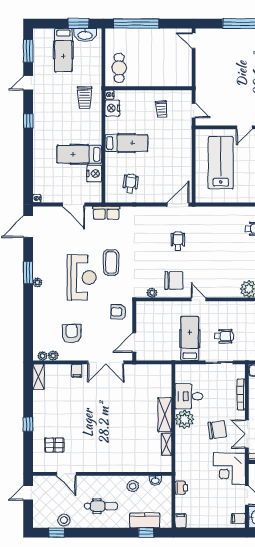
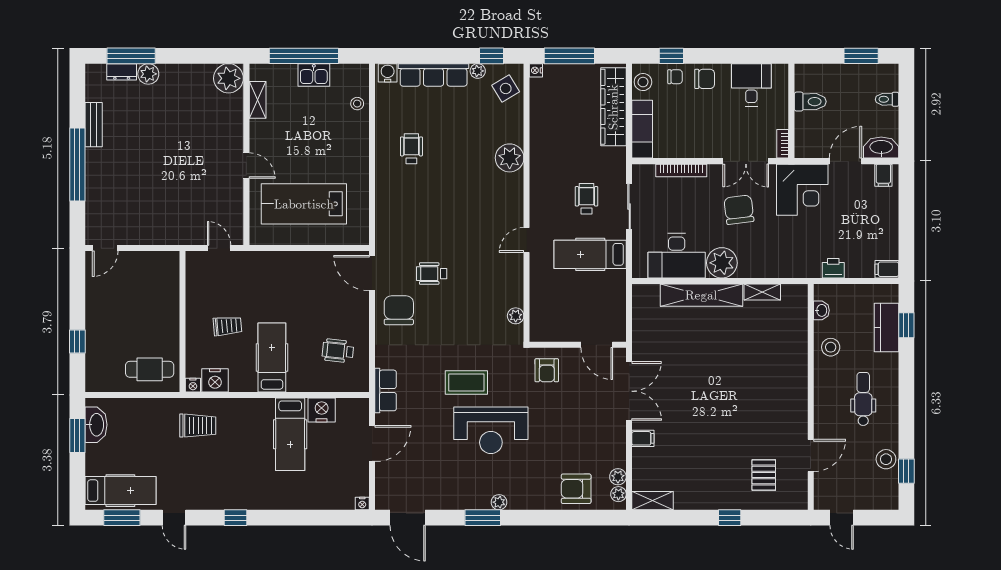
window: (136, 24) -> (77, 341), width x0.32
hospital bed: (63, 50) -> (120, 491), moved
trolley: (161, 109) -> (227, 326), moved
door: (194, 111) -> (219, 248), hinge flipped
reception desk: (82, 278) -> (491, 430), turned 180
chair: (174, 280) -> (399, 310), moved
armchair: (72, 333) -> (576, 489), moved
desk: (189, 396) -> (677, 256), width x1.37
shelving: (165, 415) -> (701, 295), width x1.47

